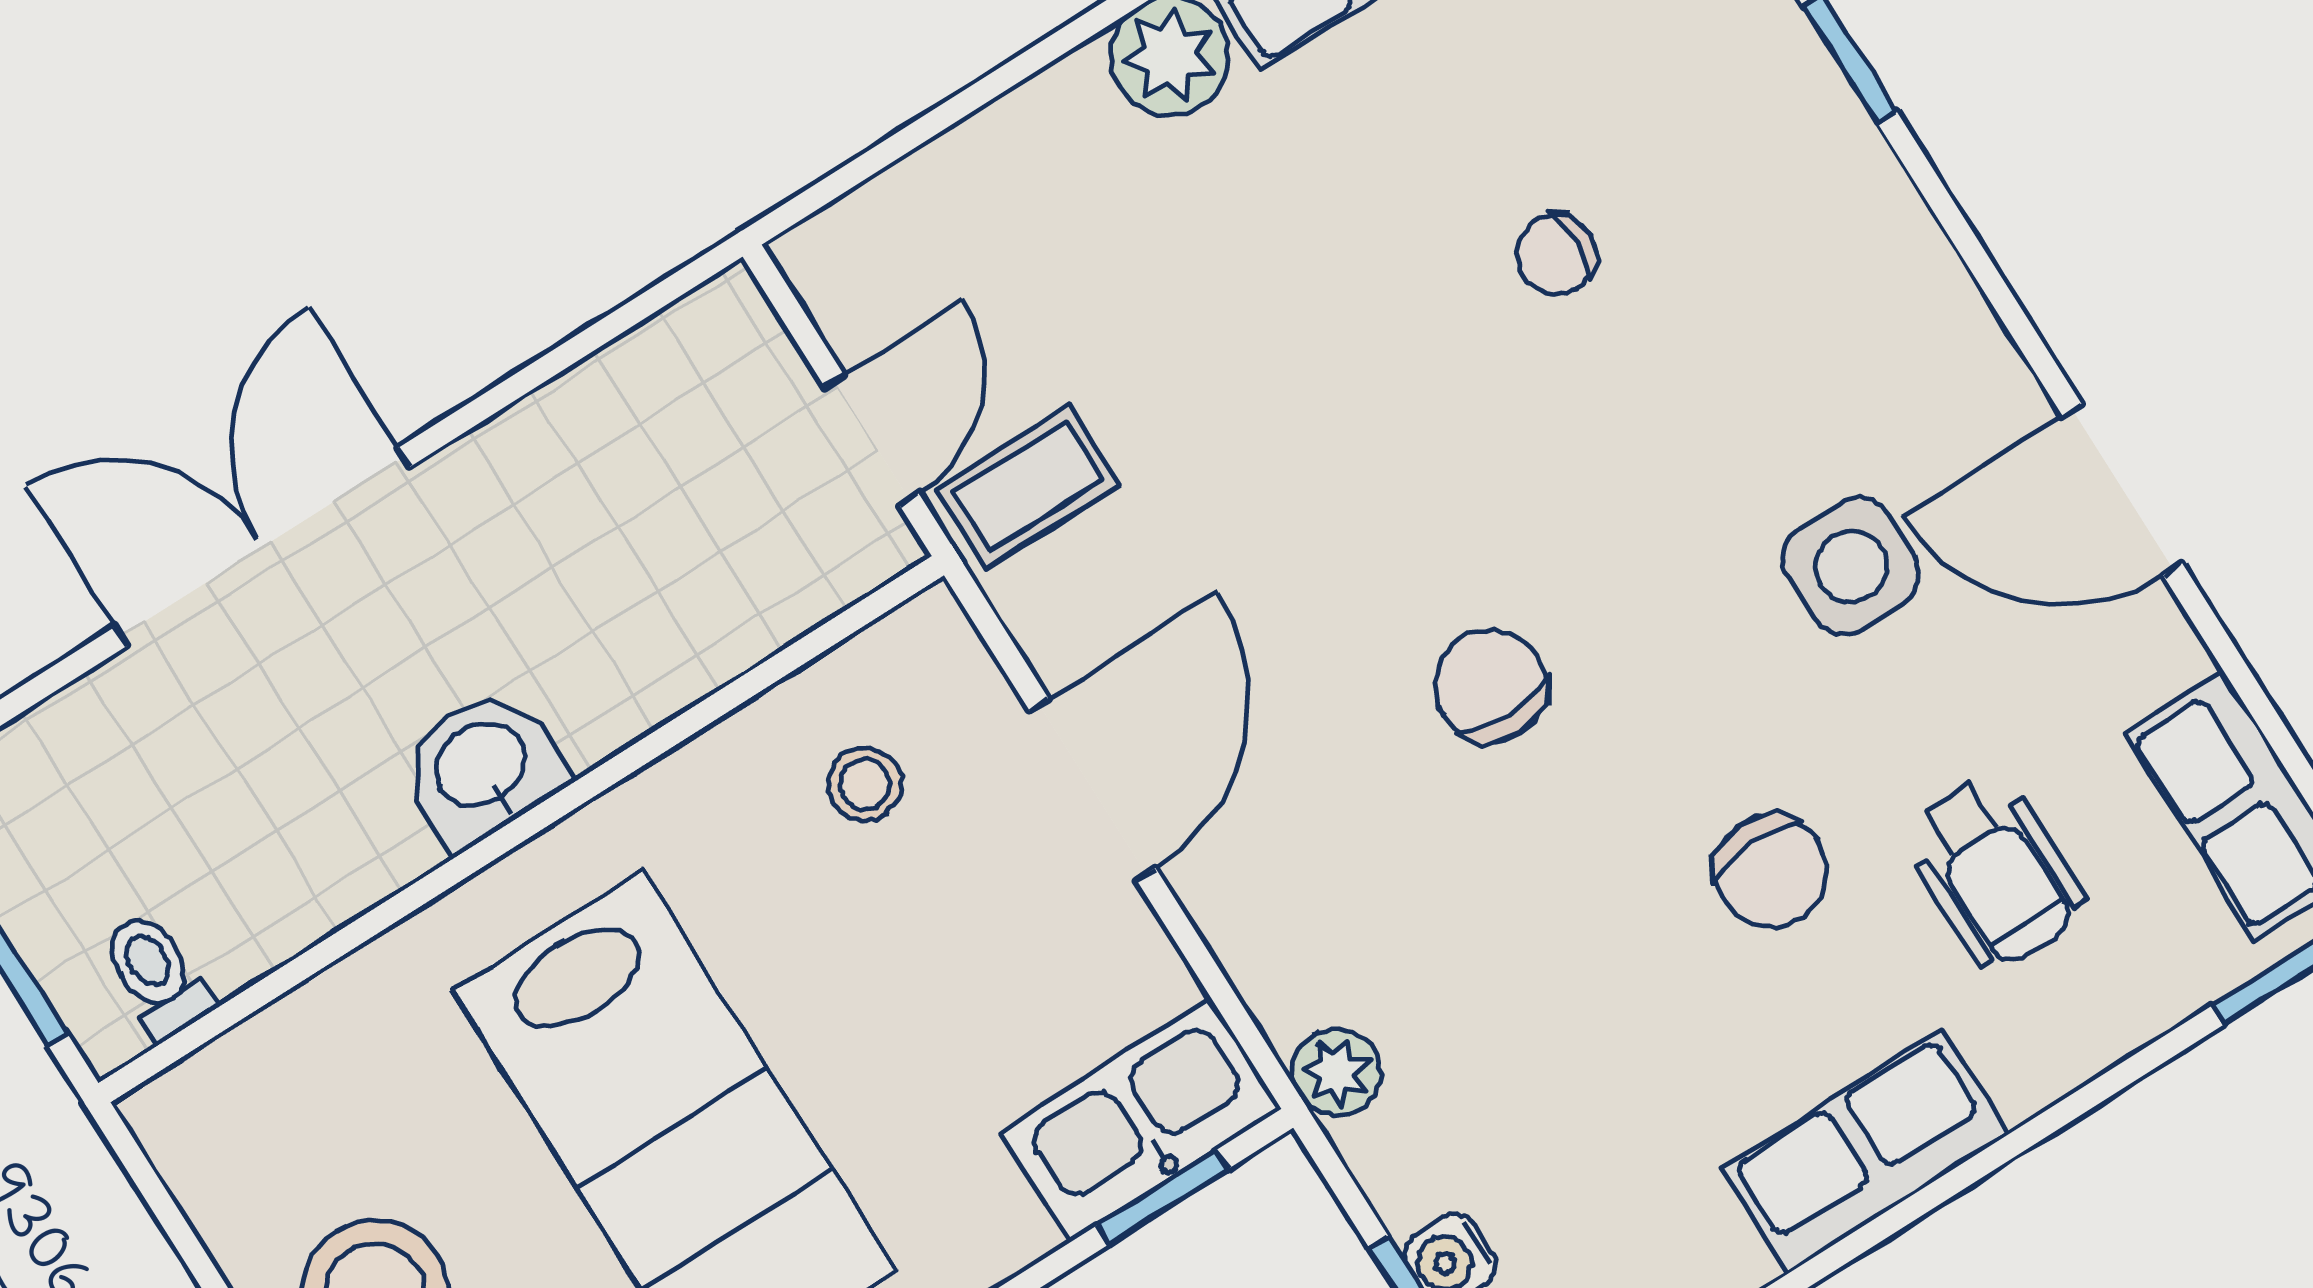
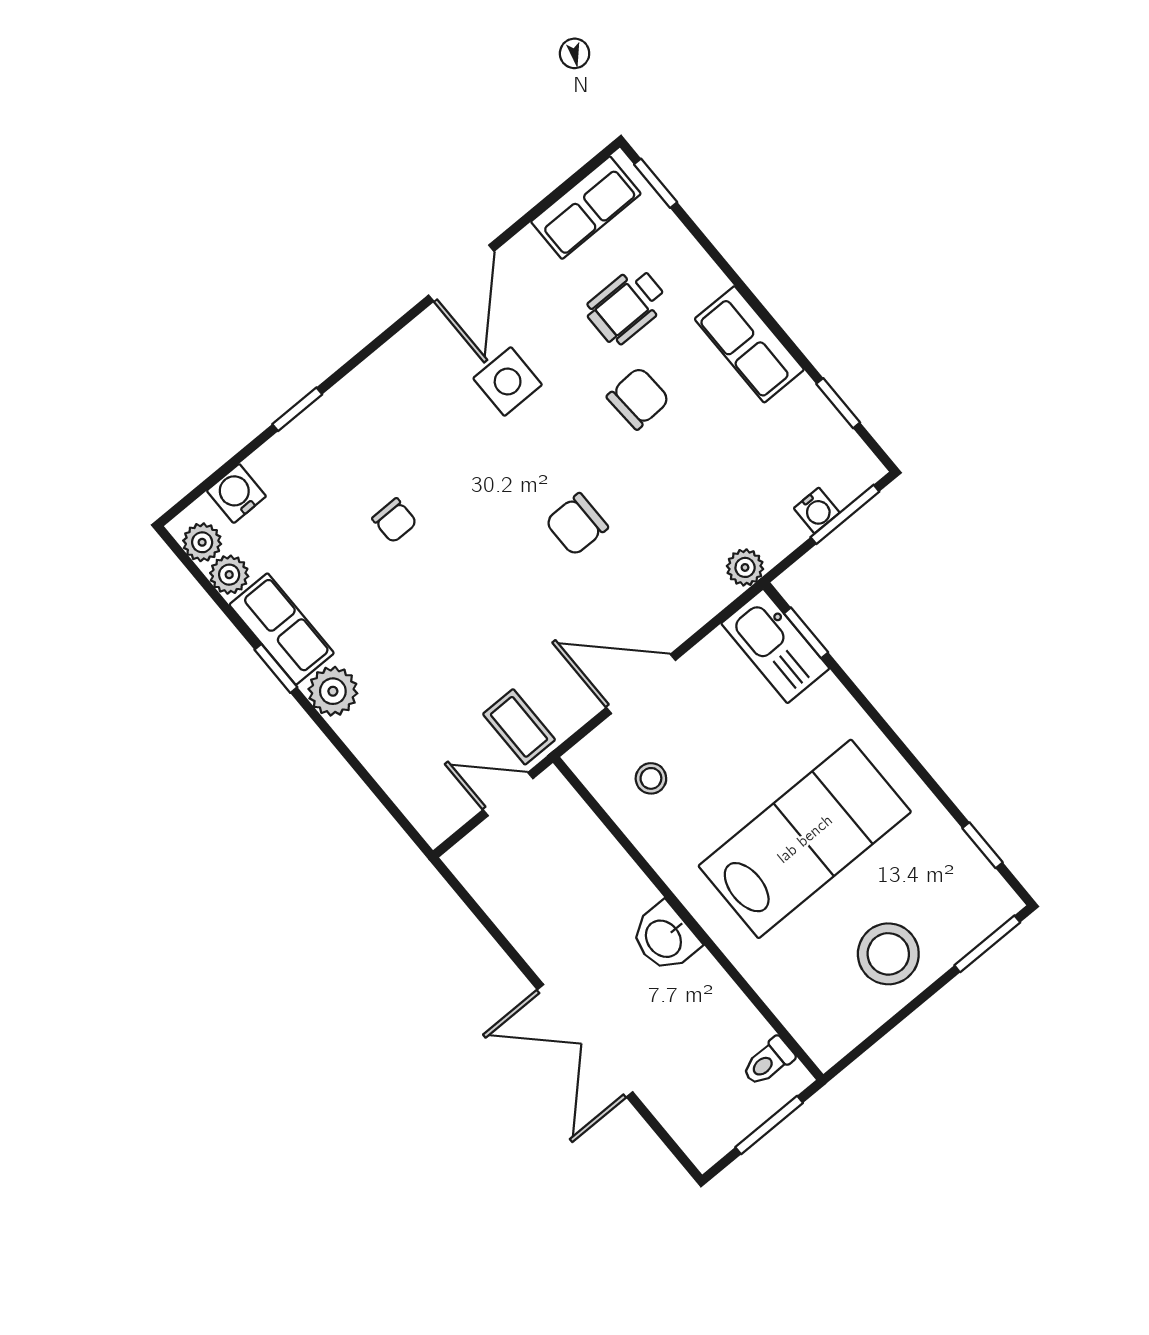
wheelchair: (1994, 871) -> (626, 306), turned 180

